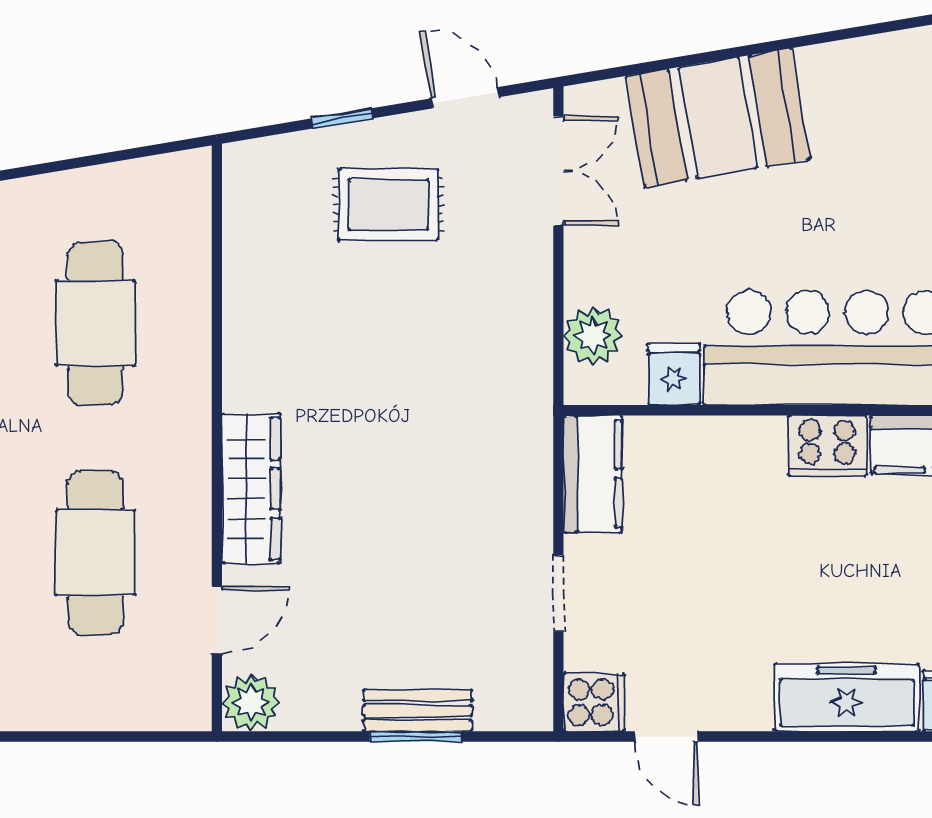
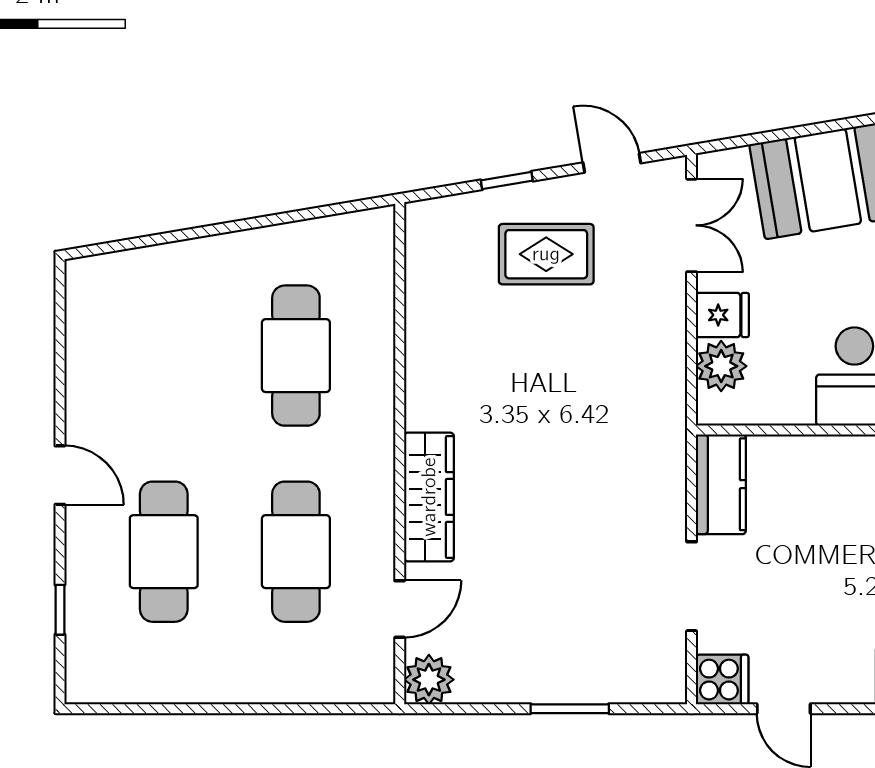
fridge: (674, 374) -> (722, 315), moved, turned 90
doorway: (558, 593) -> (692, 586), width x1.38
bench: (418, 711) -> (571, 687), removed

